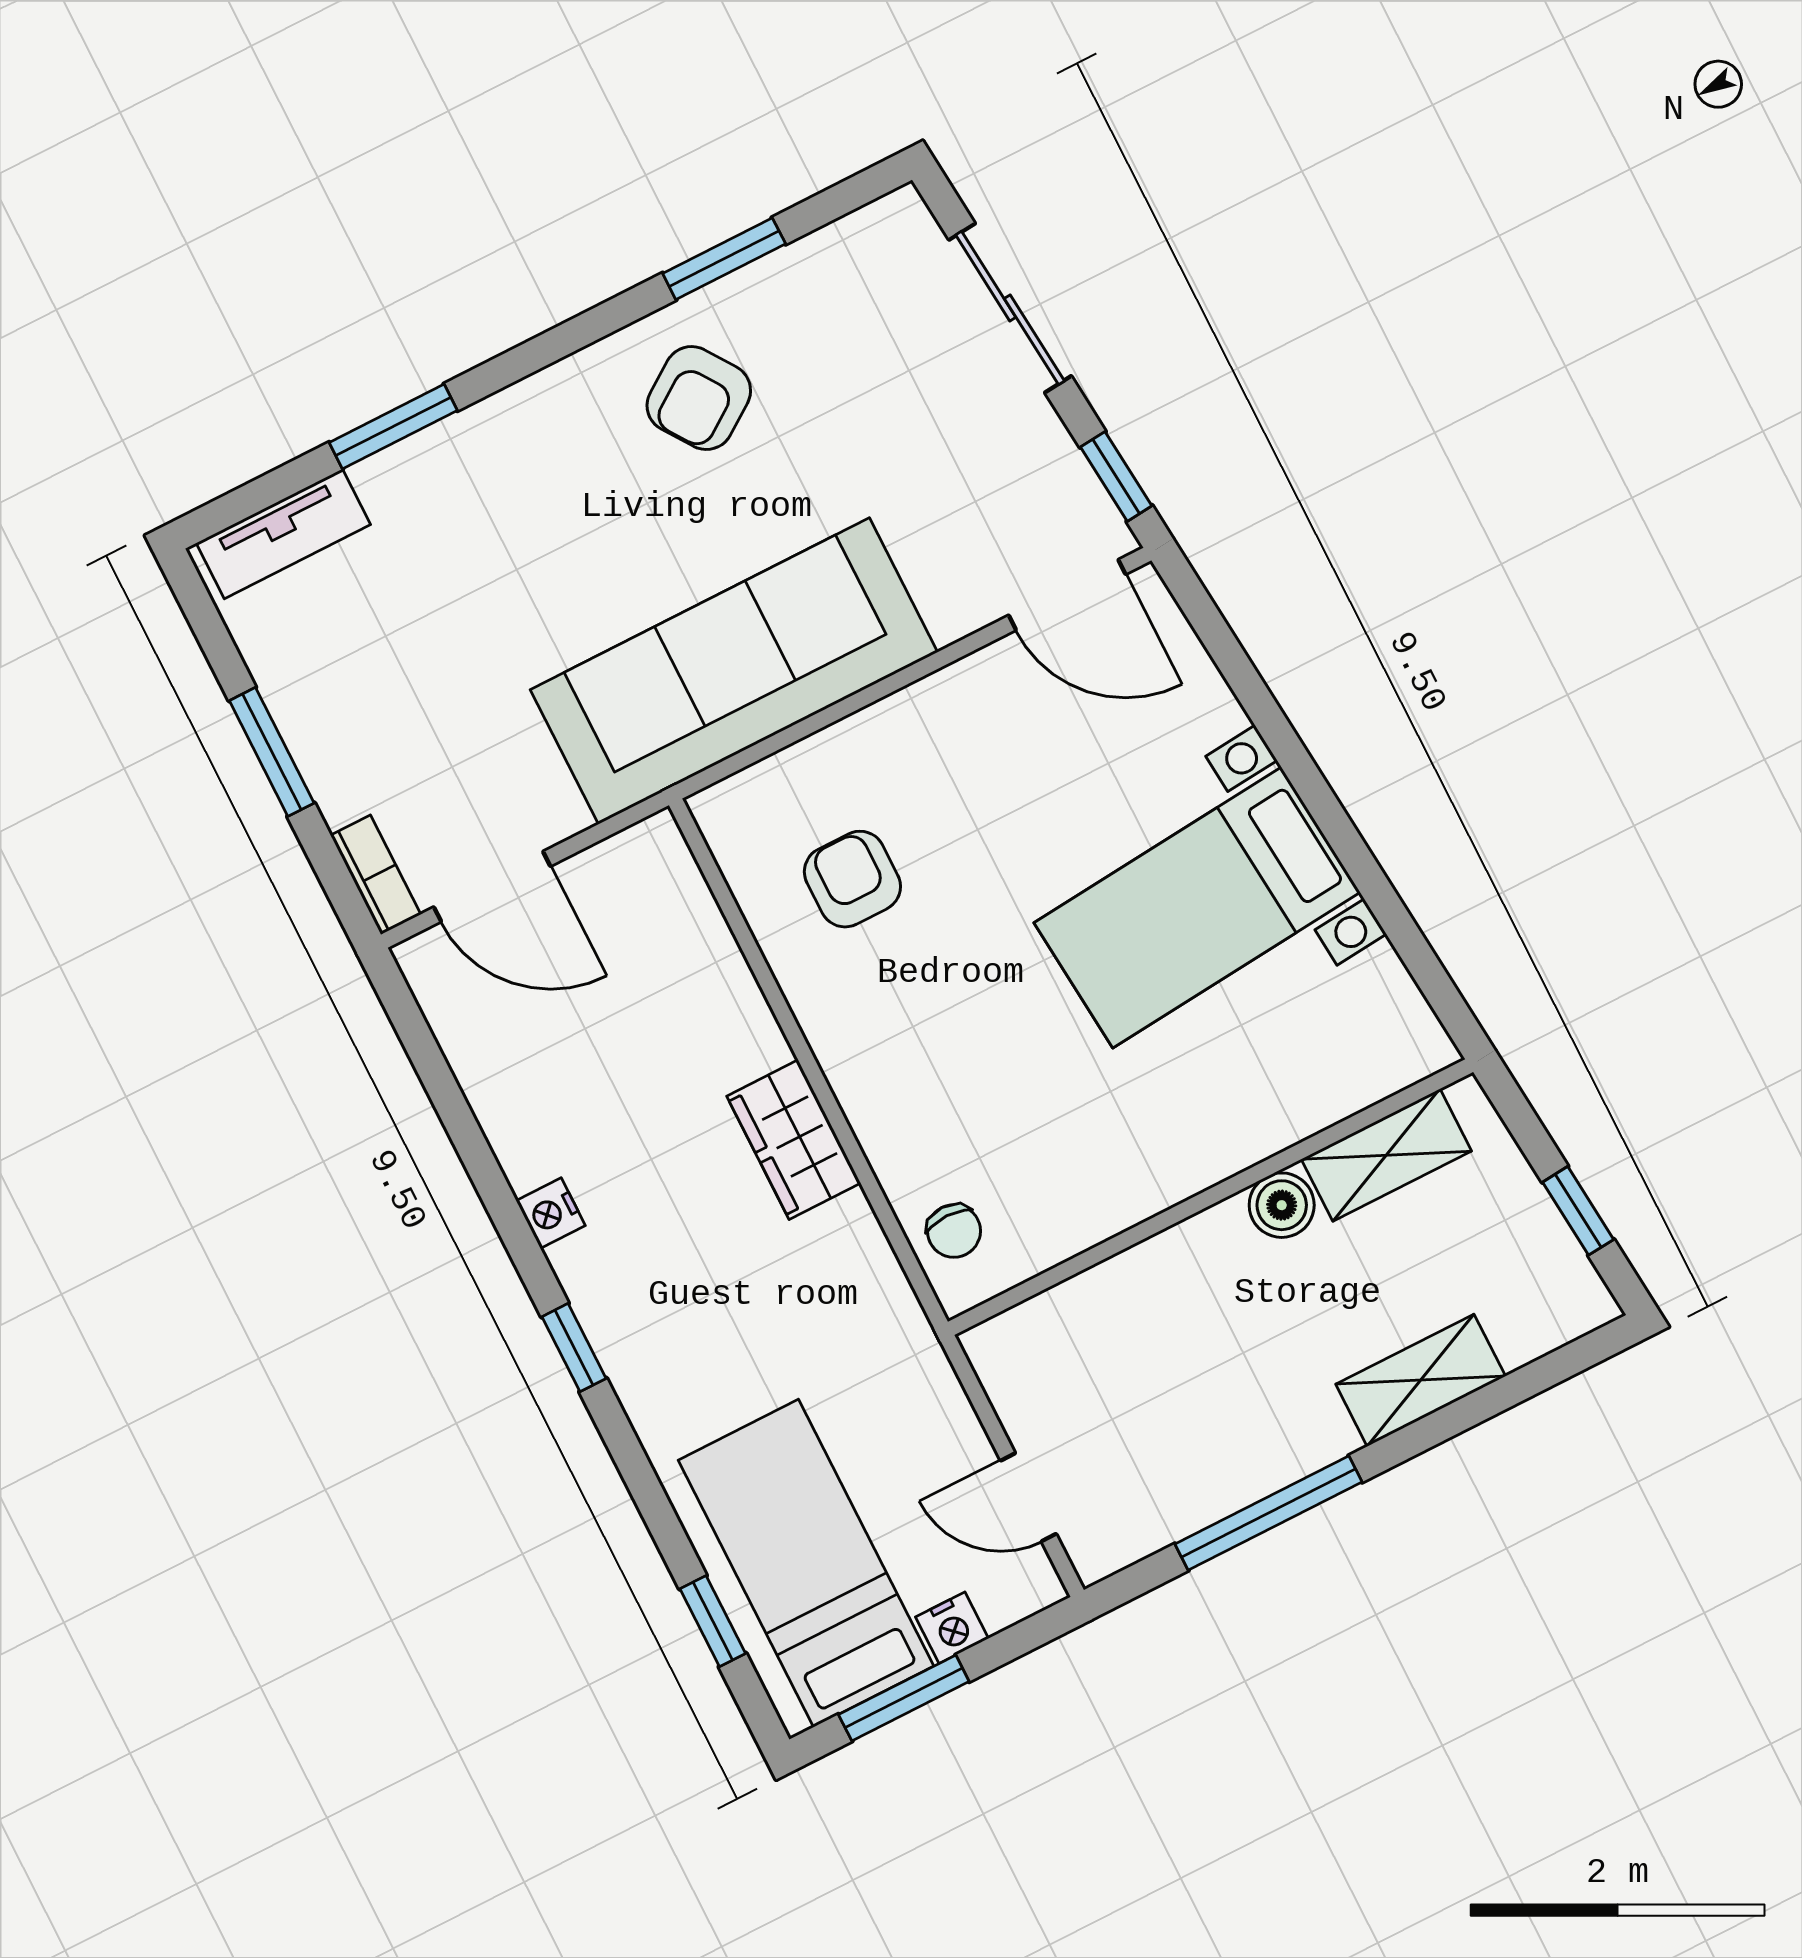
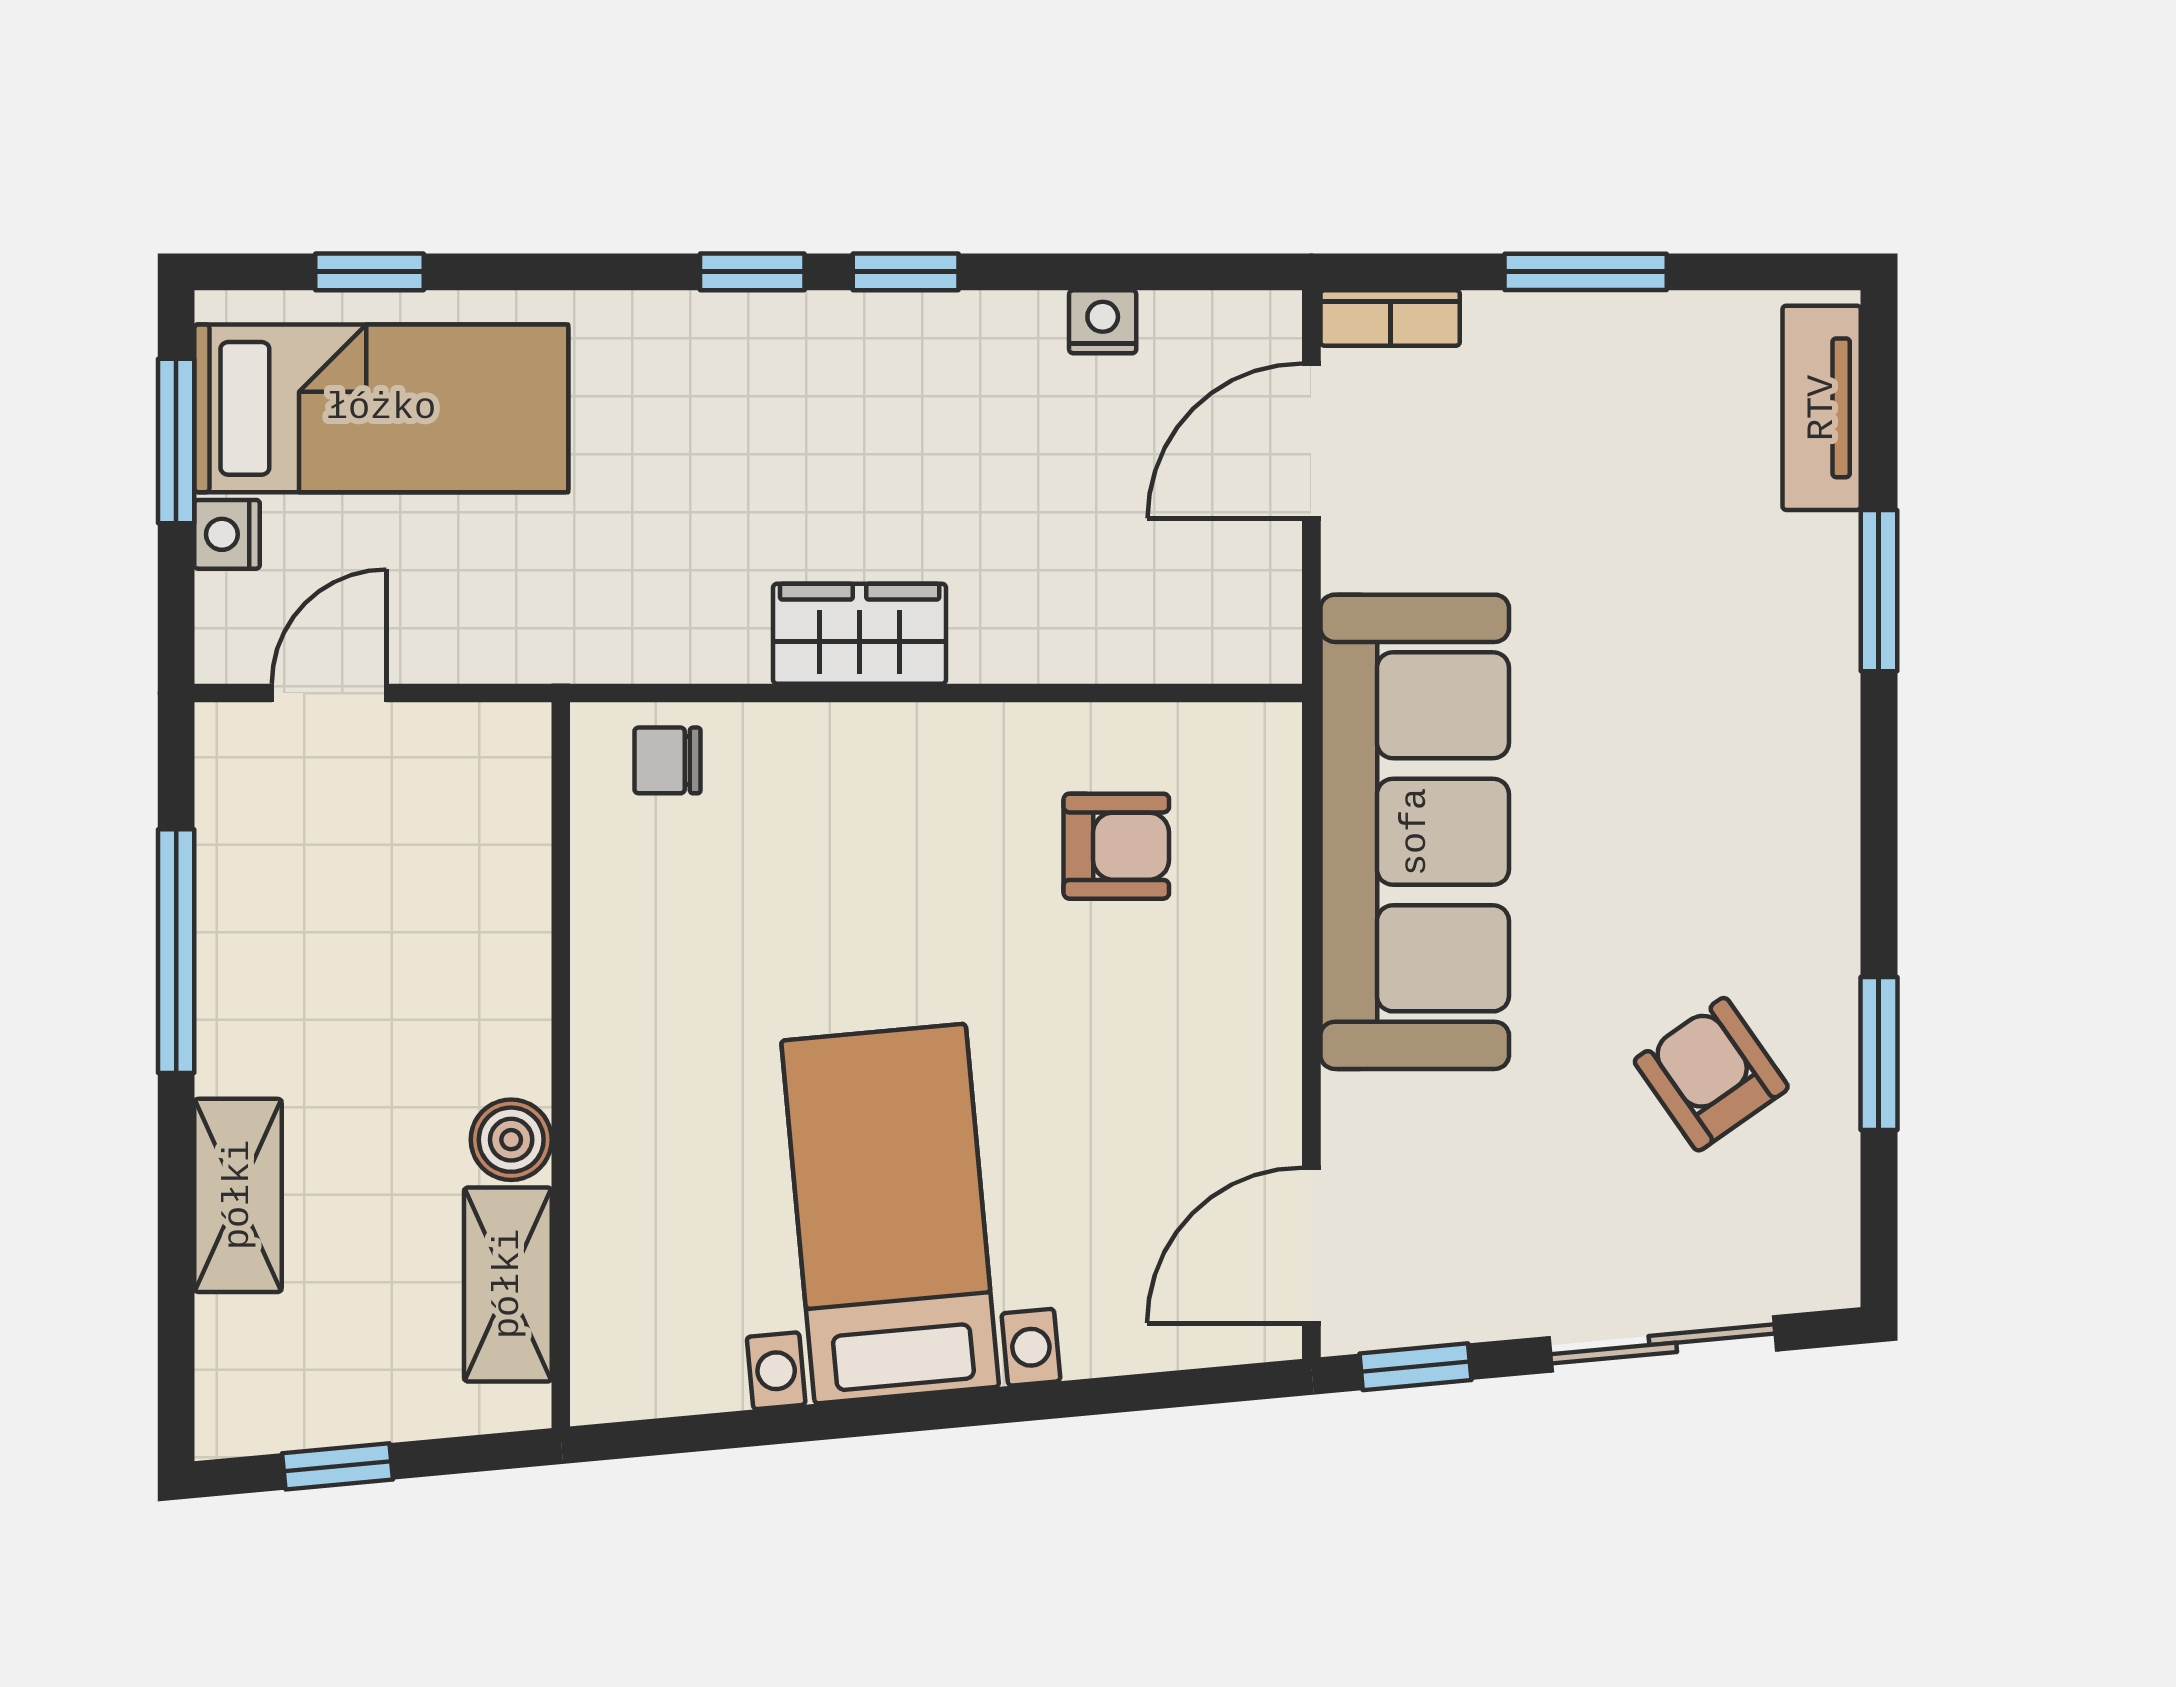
armchair: (699, 398) -> (1711, 1074), moved
nightstand: (551, 1213) -> (1103, 322), moved
window: (518, 1238) -> (906, 272), added

